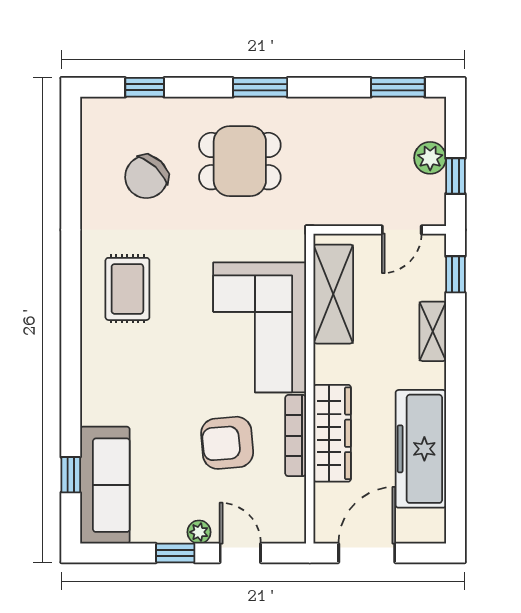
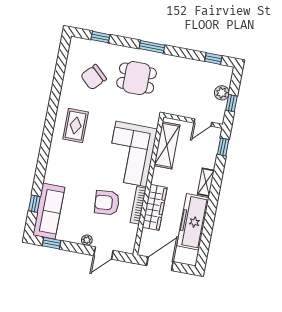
window: (398, 87) -> (213, 59), width x0.67
shelving: (433, 331) -> (206, 182), moved
window: (175, 553) -> (51, 243), moved
door: (240, 553) -> (103, 253), swing flipped

